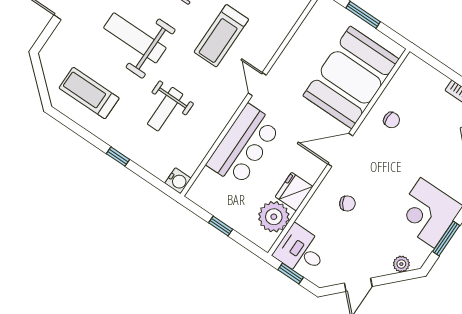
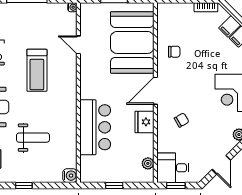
door: (257, 84) -> (78, 45), moved
weight bench: (165, 109) -> (33, 138), turned -90
fridge: (294, 192) -> (144, 122), moved
plant: (274, 217) -> (148, 163), width x0.53, depth x0.53

